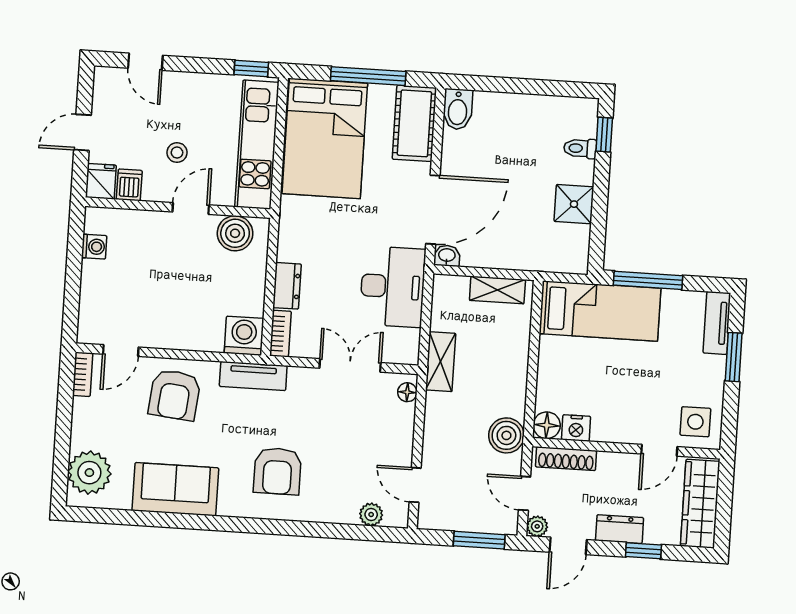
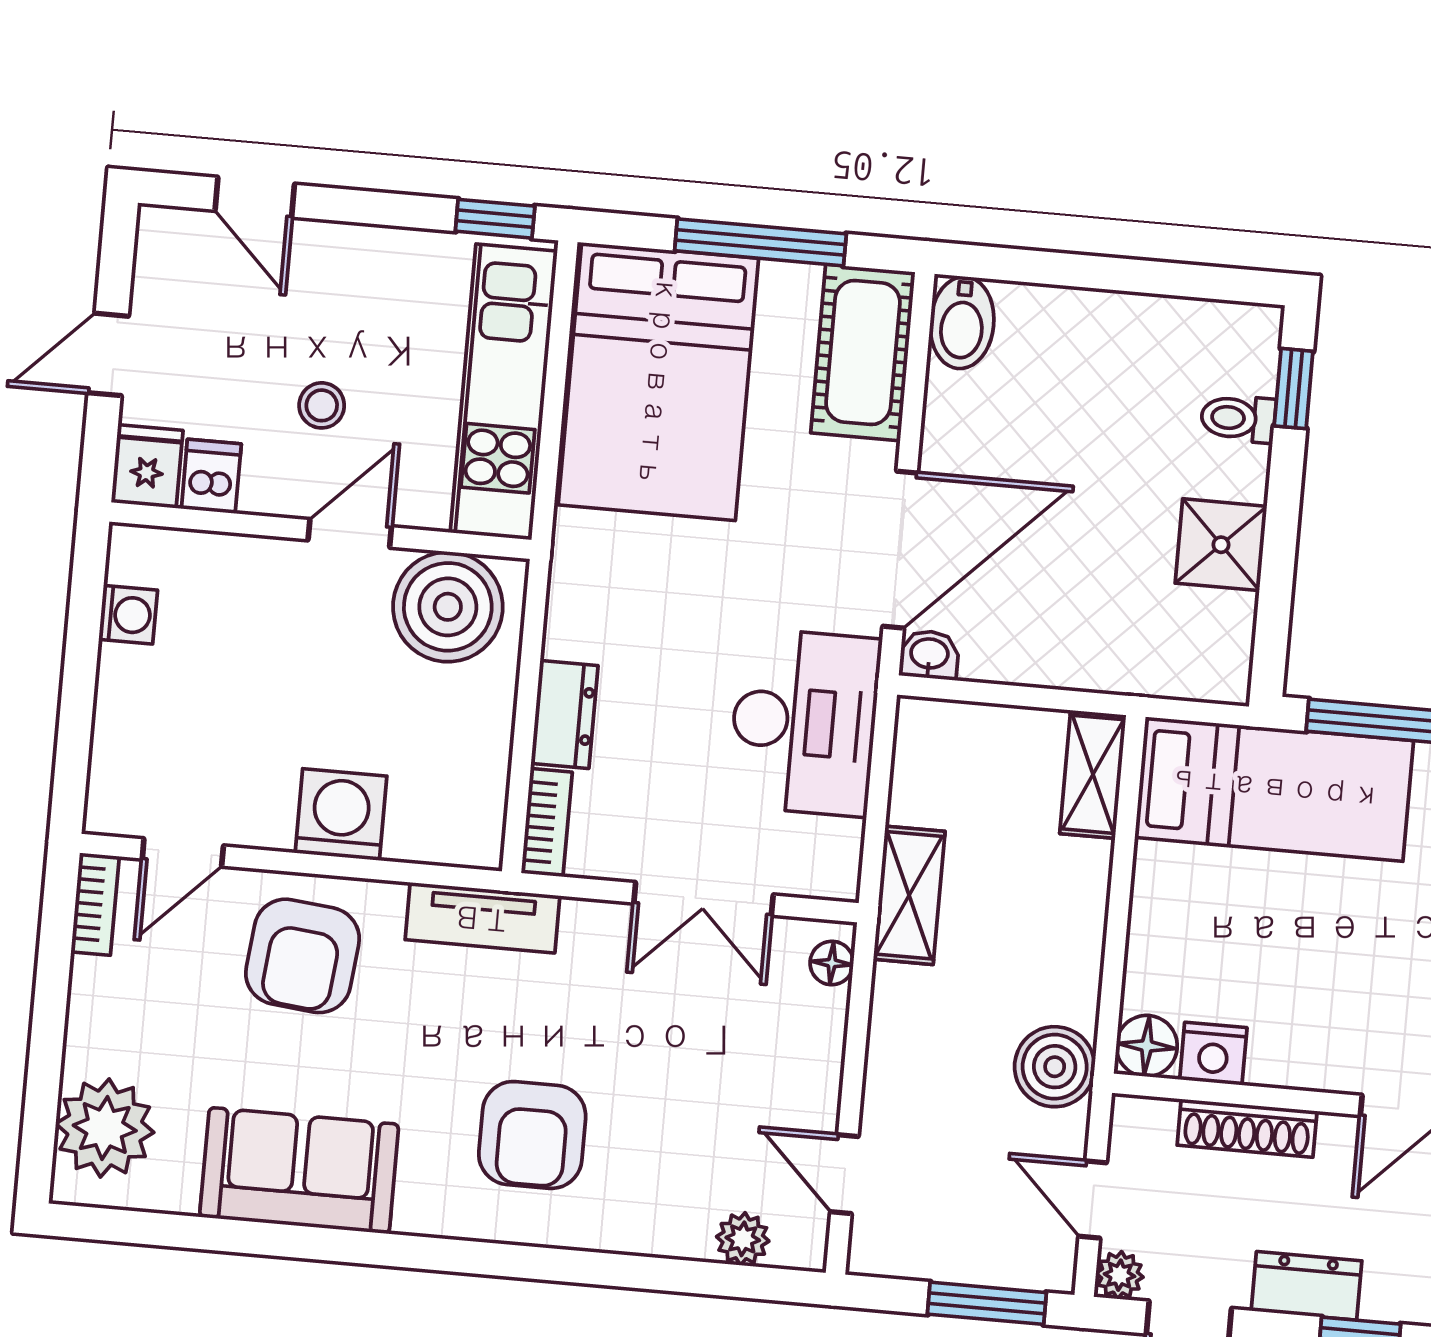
boiler: (235, 233) -> (448, 607), width x1.37, depth x1.37
shelving: (497, 290) -> (1093, 774), moved, turned 90
washing machine: (244, 336) -> (341, 814), moved
double door: (350, 365) -> (704, 899), swing flipped
shoe rack: (566, 459) -> (1247, 1128), moved

